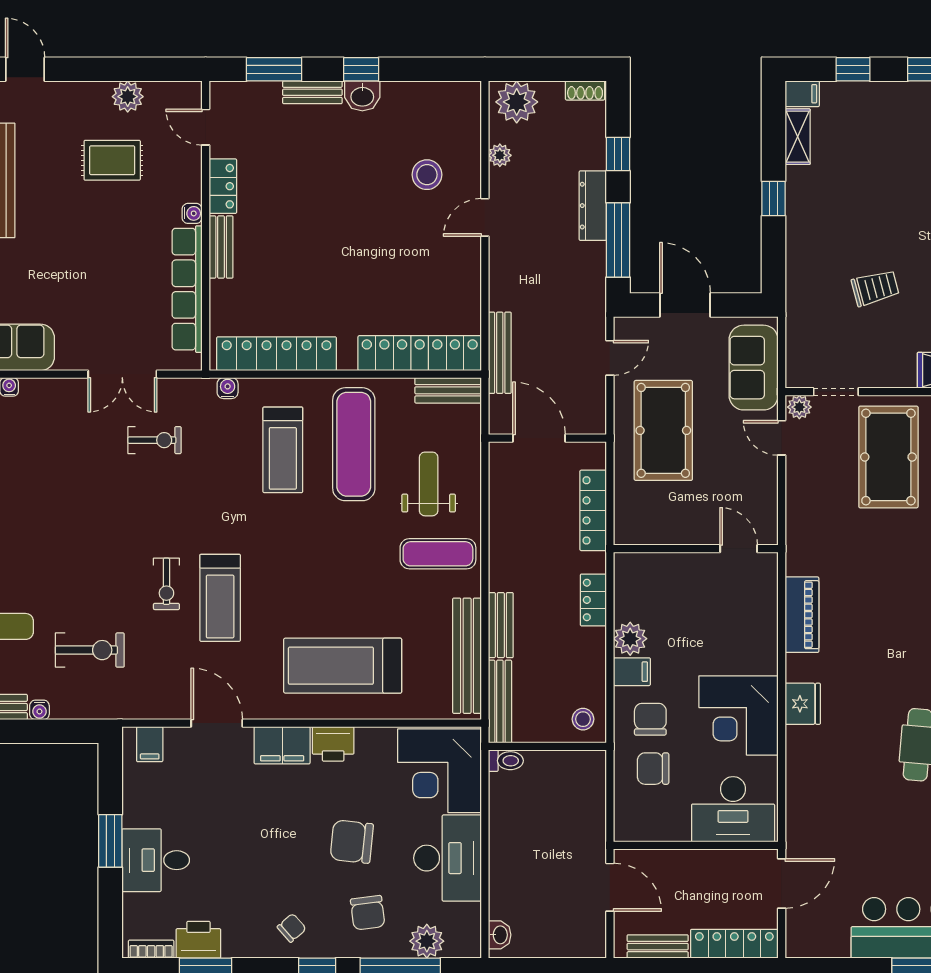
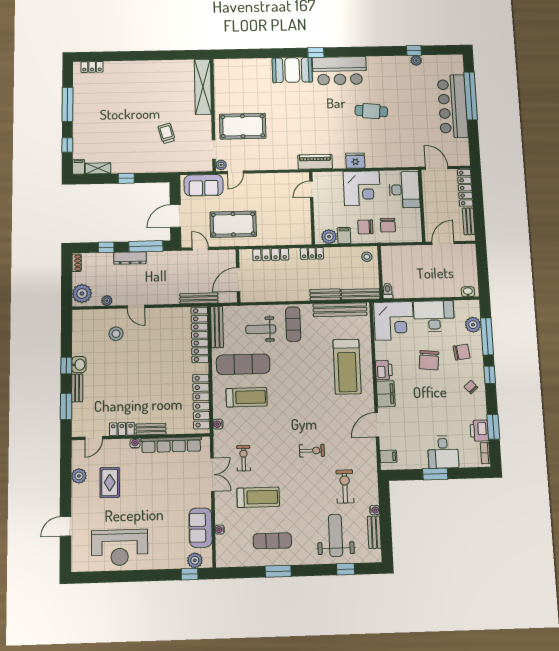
bench: (448, 390) -> (217, 327), width x1.36
wall: (696, 549) -> (312, 208), moved
door: (739, 549) -> (311, 189), moved
treadmill: (220, 598) -> (258, 497), moved

